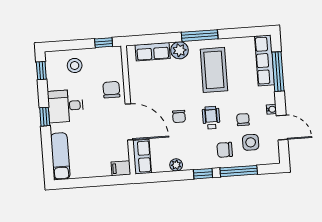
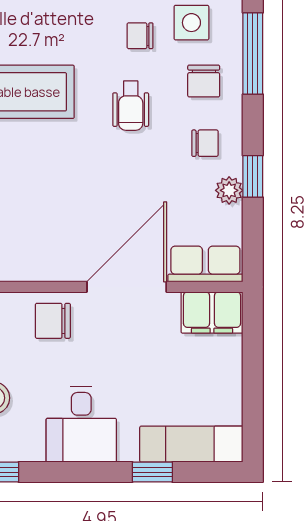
chair: (179, 116) -> (205, 143), moved
window: (45, 117) -> (152, 472), moved
wheelchair: (211, 118) -> (131, 106), turned -90
filing cabinet: (121, 168) -> (212, 312), width x2.00
window: (203, 174) -> (253, 176), moved

